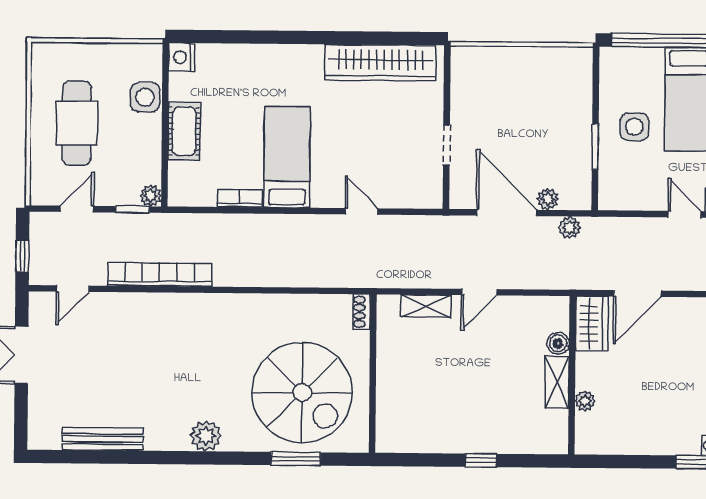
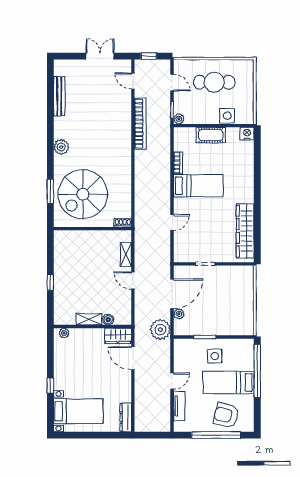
plant: (570, 228) -> (160, 330), width x1.87, depth x1.87
plant: (585, 401) -> (64, 333), moved

